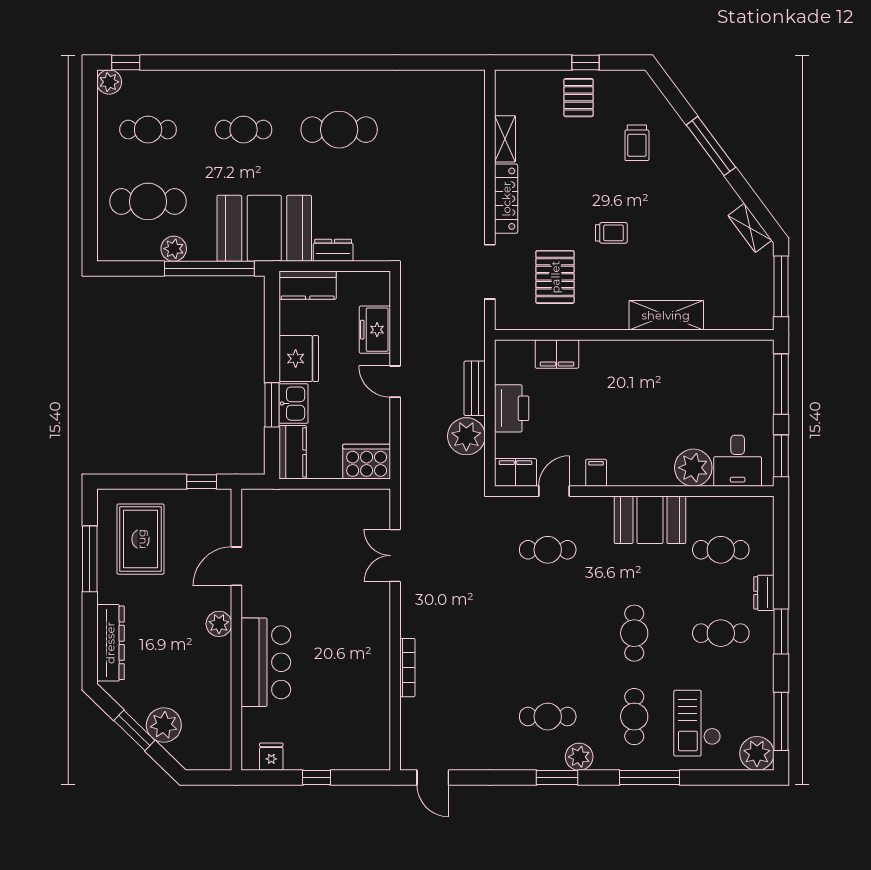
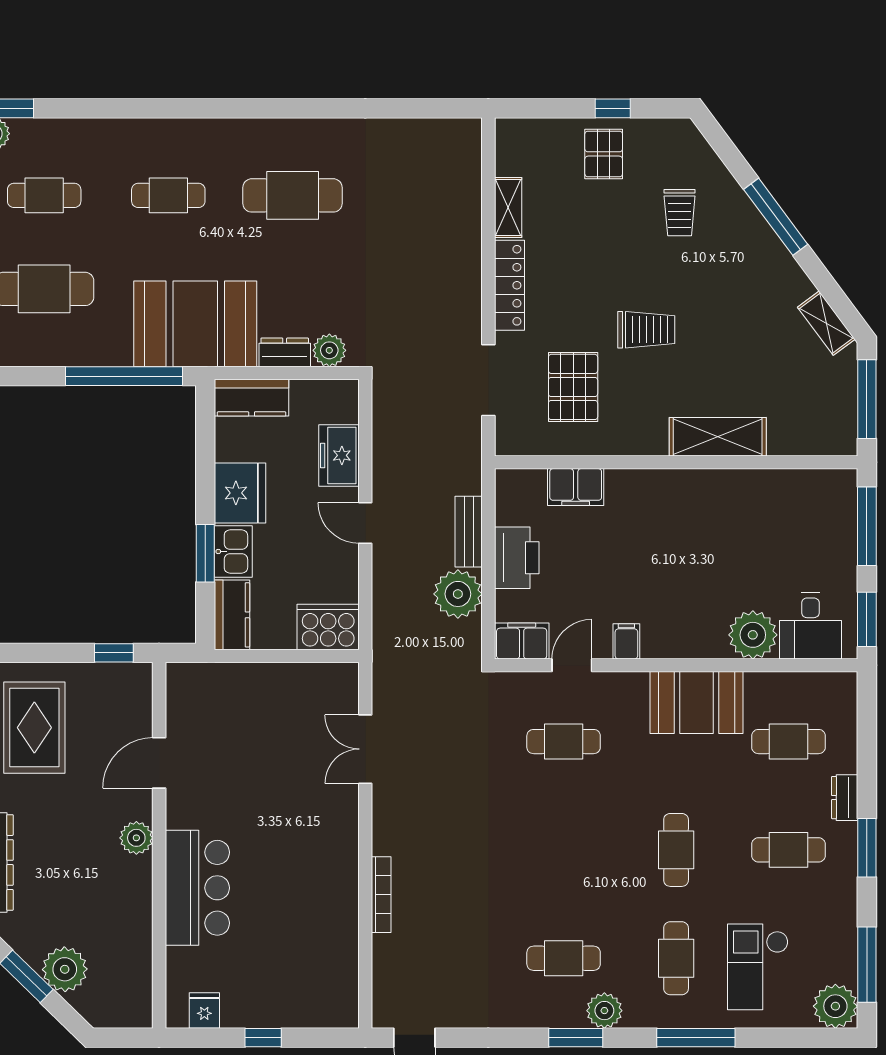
trolley: (611, 233) -> (646, 330), width x1.36, depth x1.39
plant: (174, 249) -> (329, 350), moved

